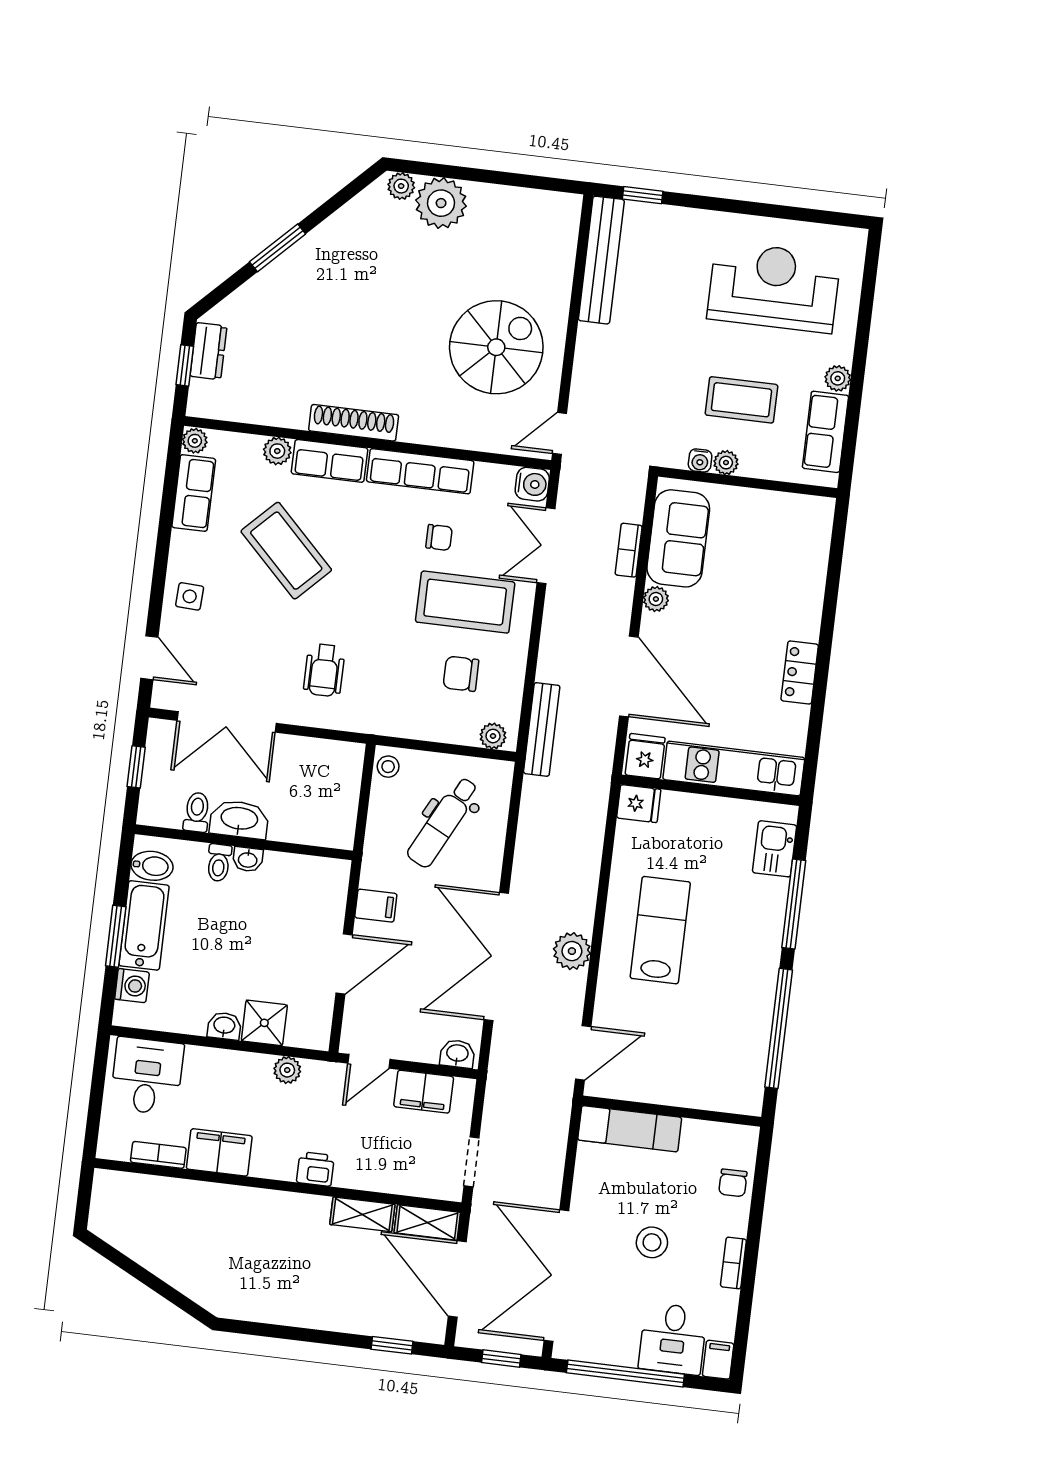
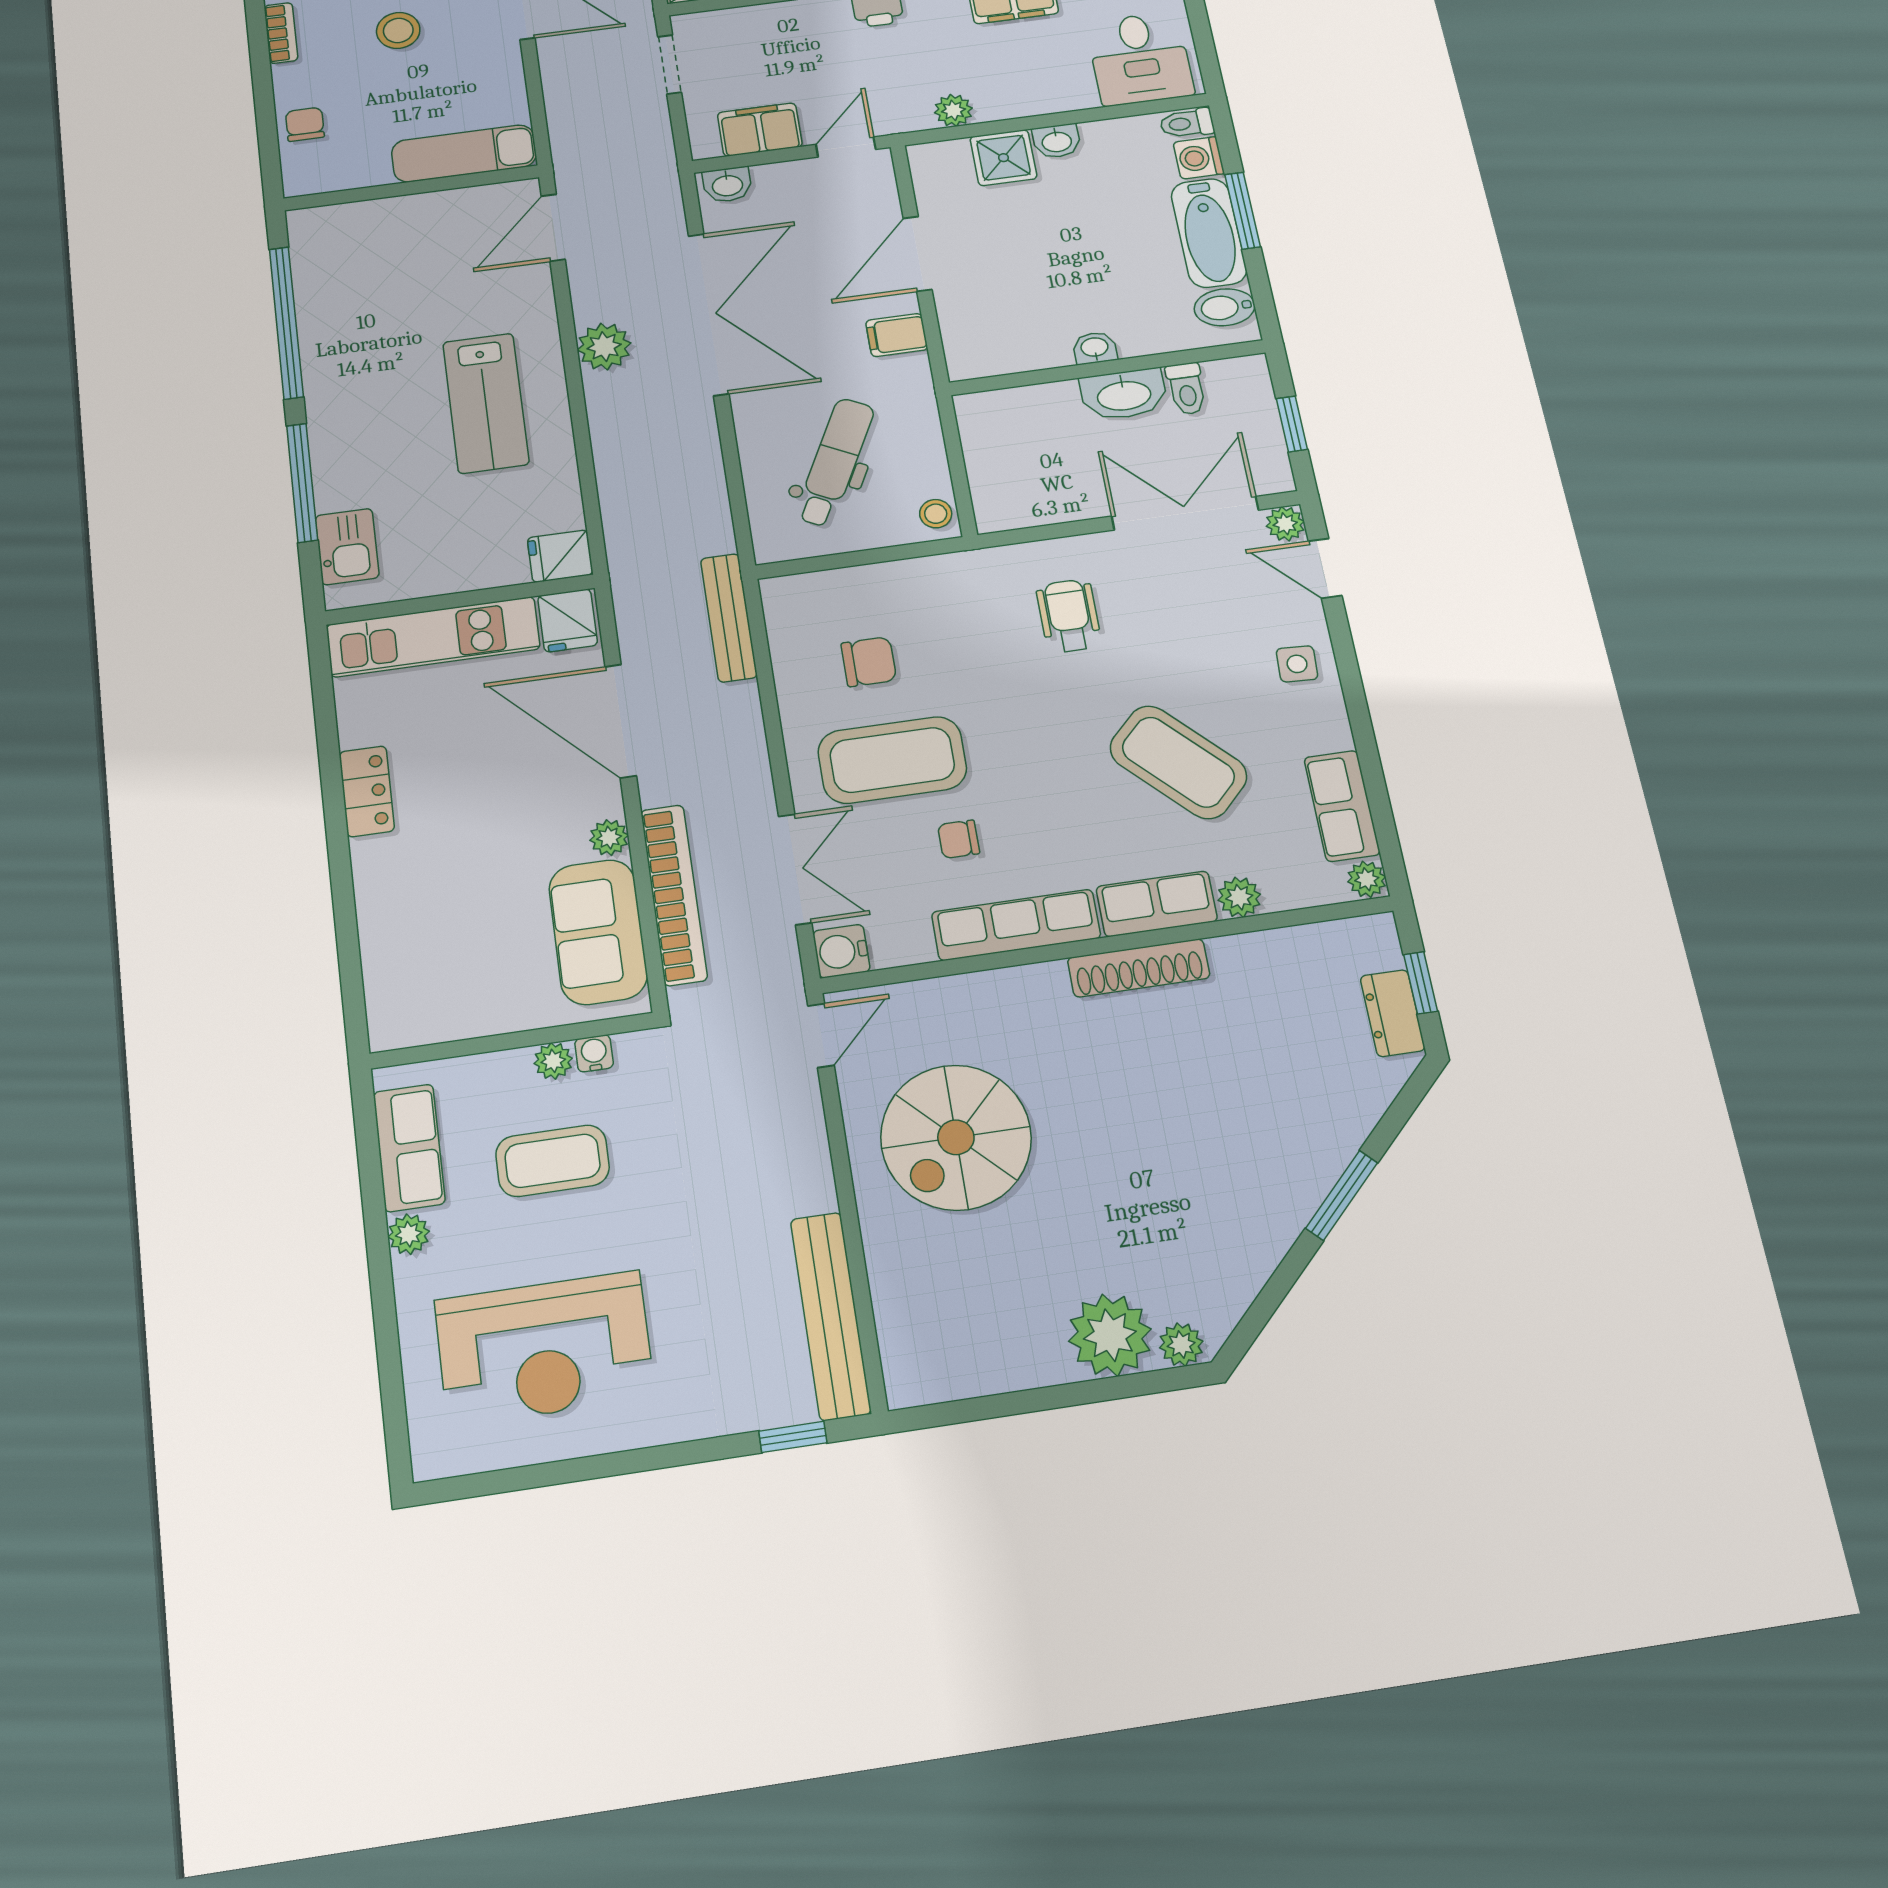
bookcase: (629, 550) -> (674, 895), width x2.31, depth x1.31
plant: (493, 736) -> (1285, 524), moved
toilet: (219, 863) -> (1187, 123), moved, turned -90

